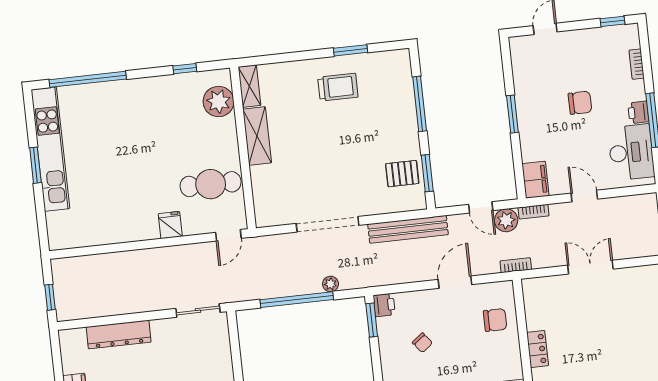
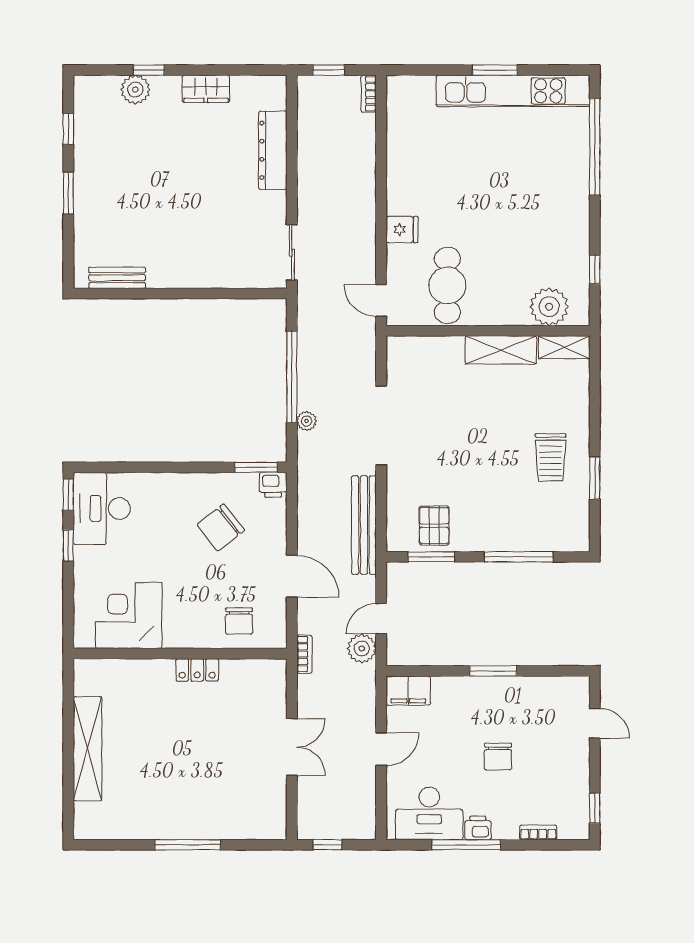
bookcase: (533, 212) -> (369, 94), moved
chair: (422, 343) -> (221, 527), width x1.87, depth x1.87

